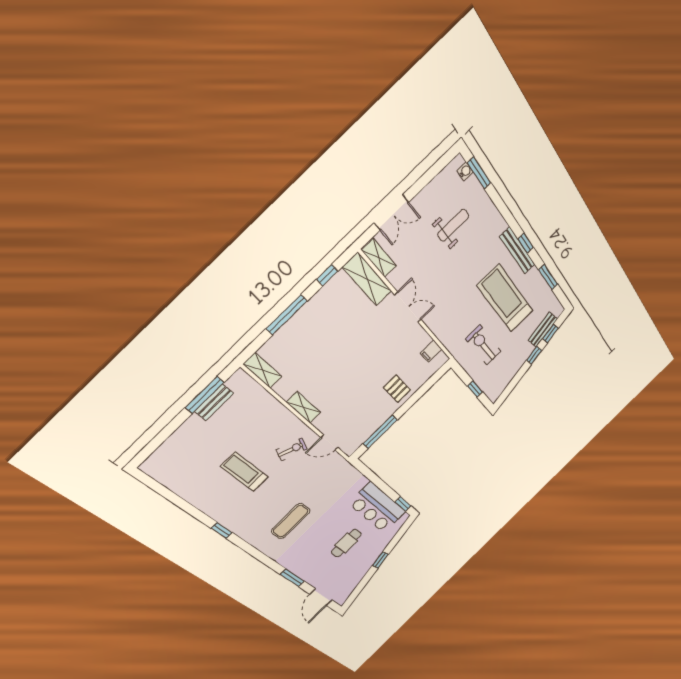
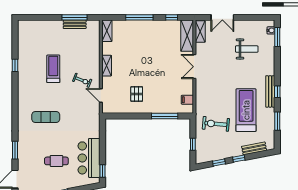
double door: (408, 307) -> (194, 67), swing flipped
window: (551, 333) -> (219, 162), moved
exercise bike: (483, 345) -> (216, 124), turned -85
pallet: (397, 389) -> (137, 94), moved
window: (380, 432) -> (165, 116), moved
window: (222, 530) -> (15, 65), moved

